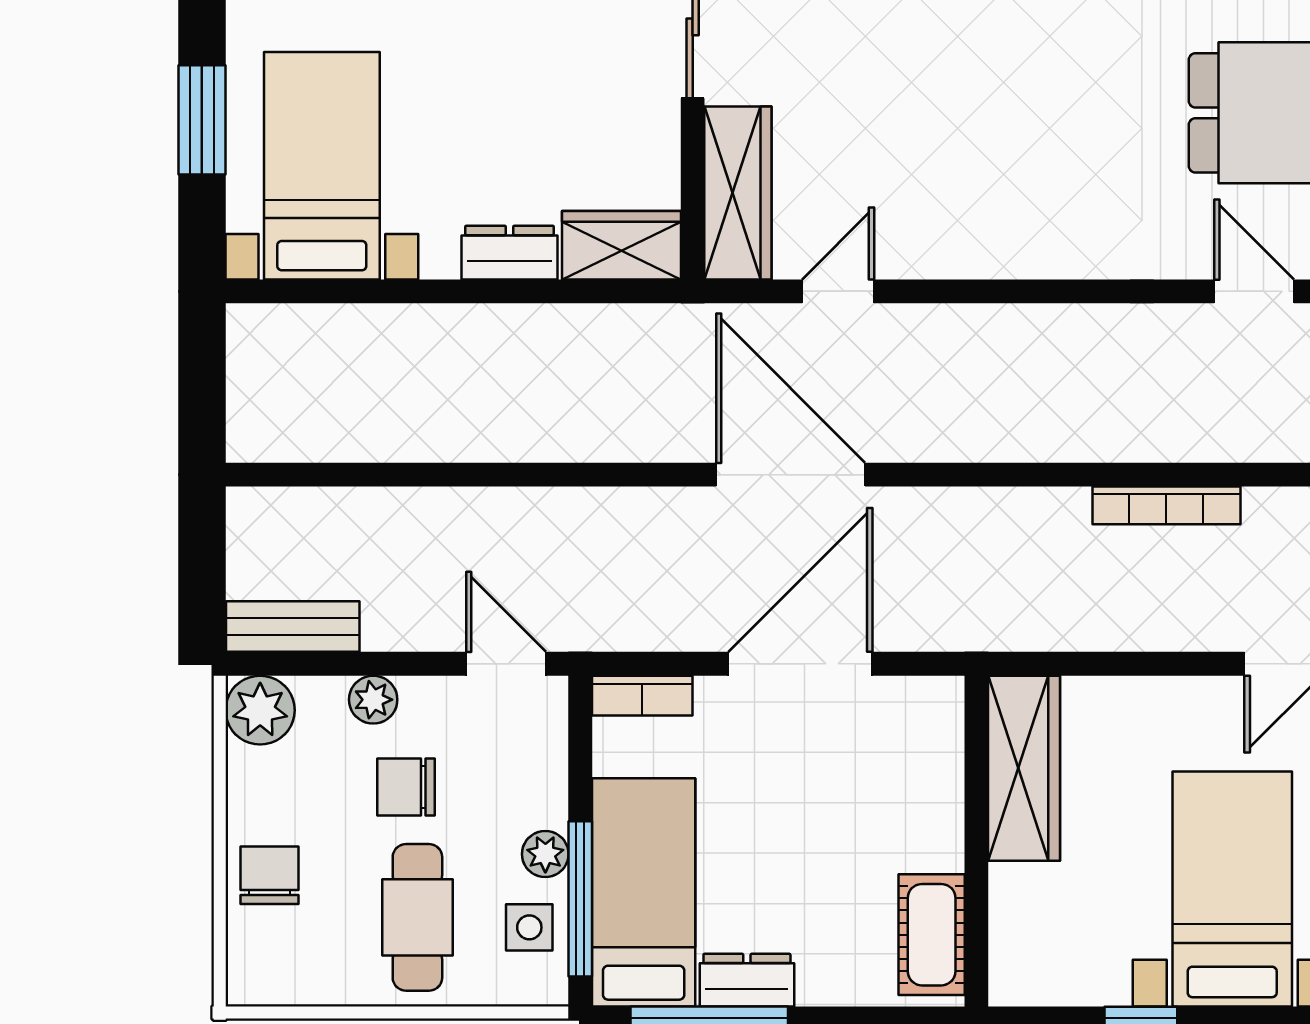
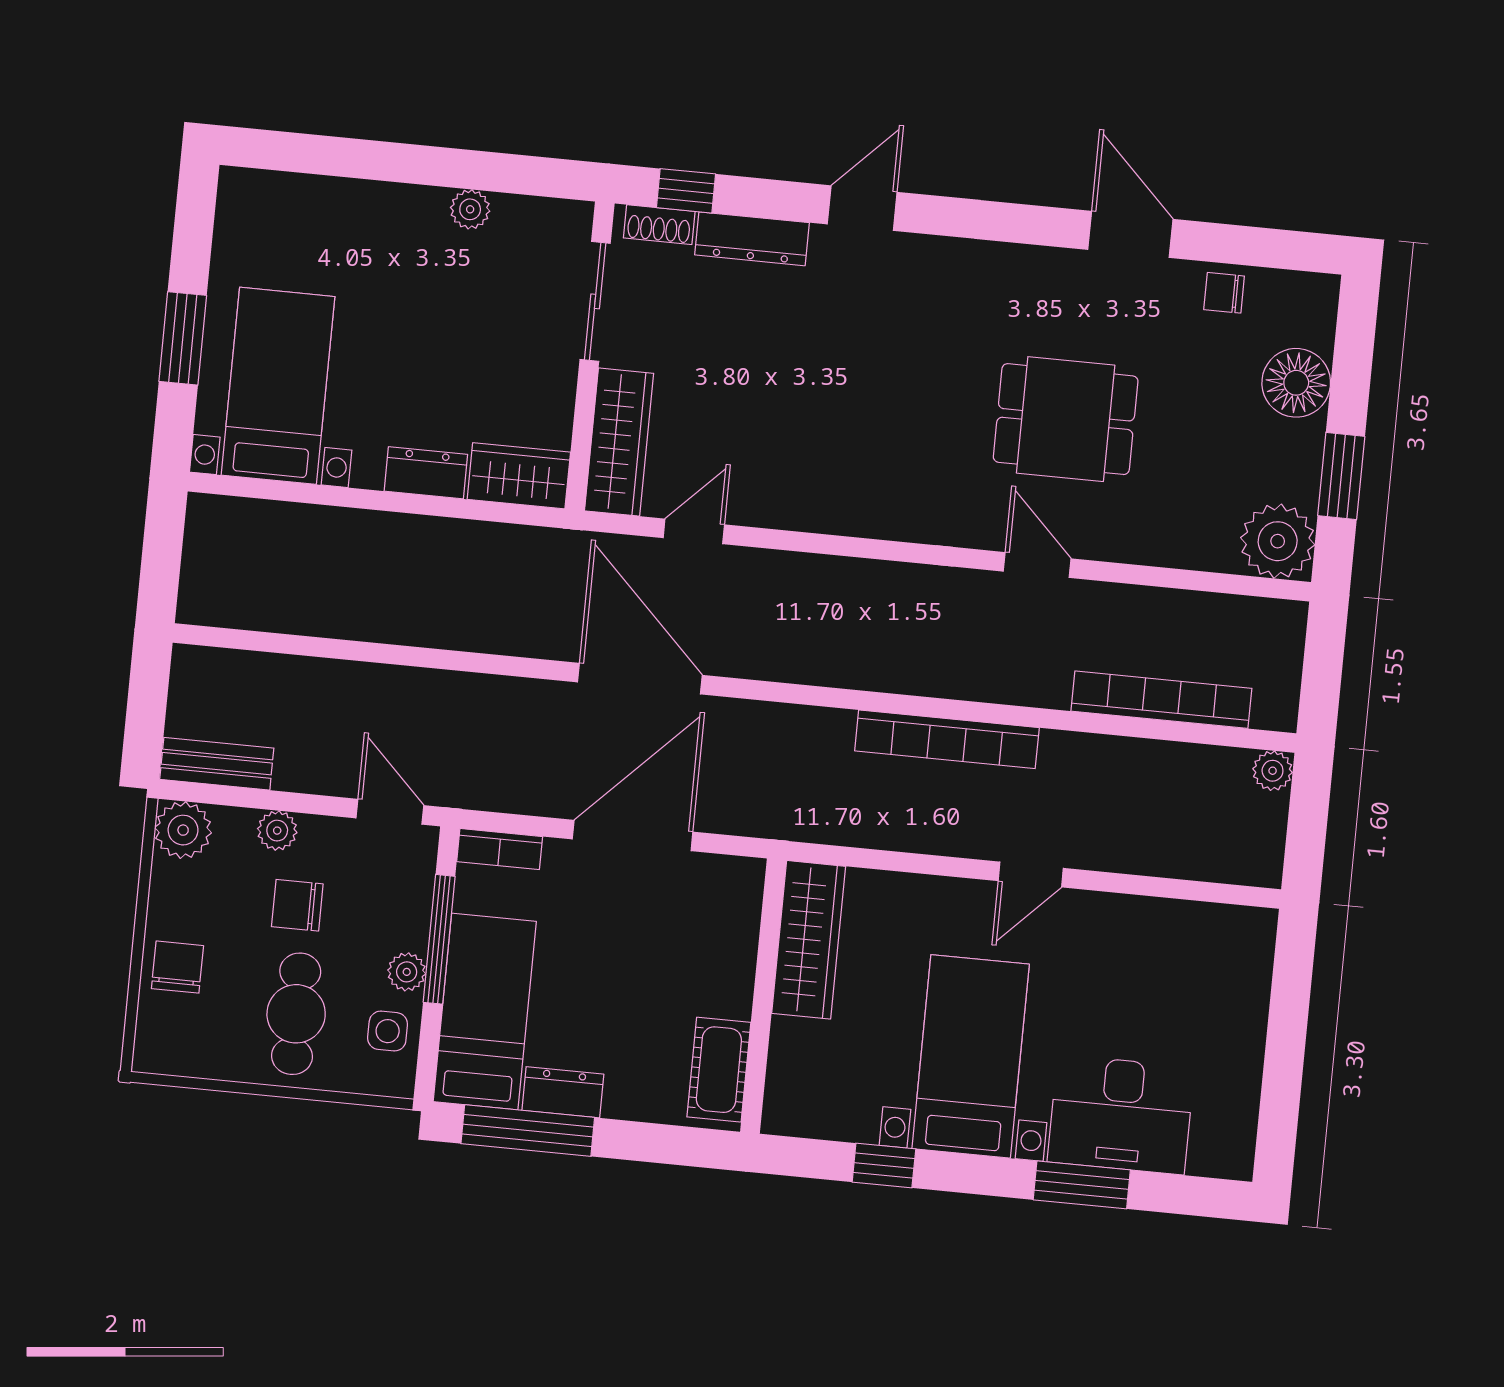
bookcase: (1166, 505) -> (947, 739), width x1.48, depth x1.31
window: (580, 899) -> (439, 939), moved

